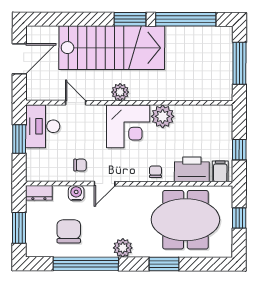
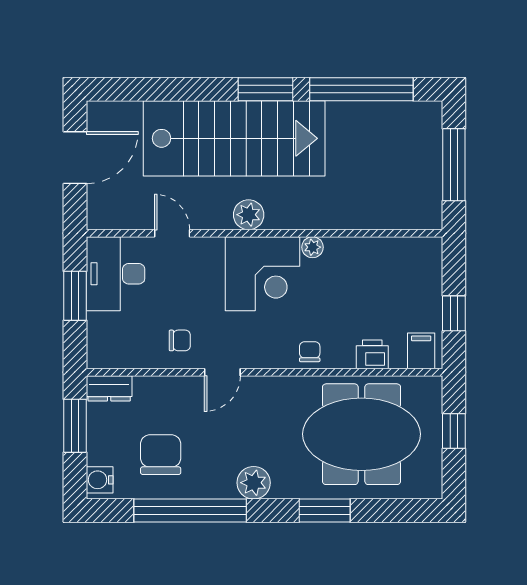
plant: (163, 116) -> (312, 247), width x0.53, depth x0.53
printer: (192, 169) -> (372, 354), width x0.53, depth x0.68
water cooler: (76, 193) -> (100, 480), moved, turned -90
window: (19, 228) -> (75, 426), moved

